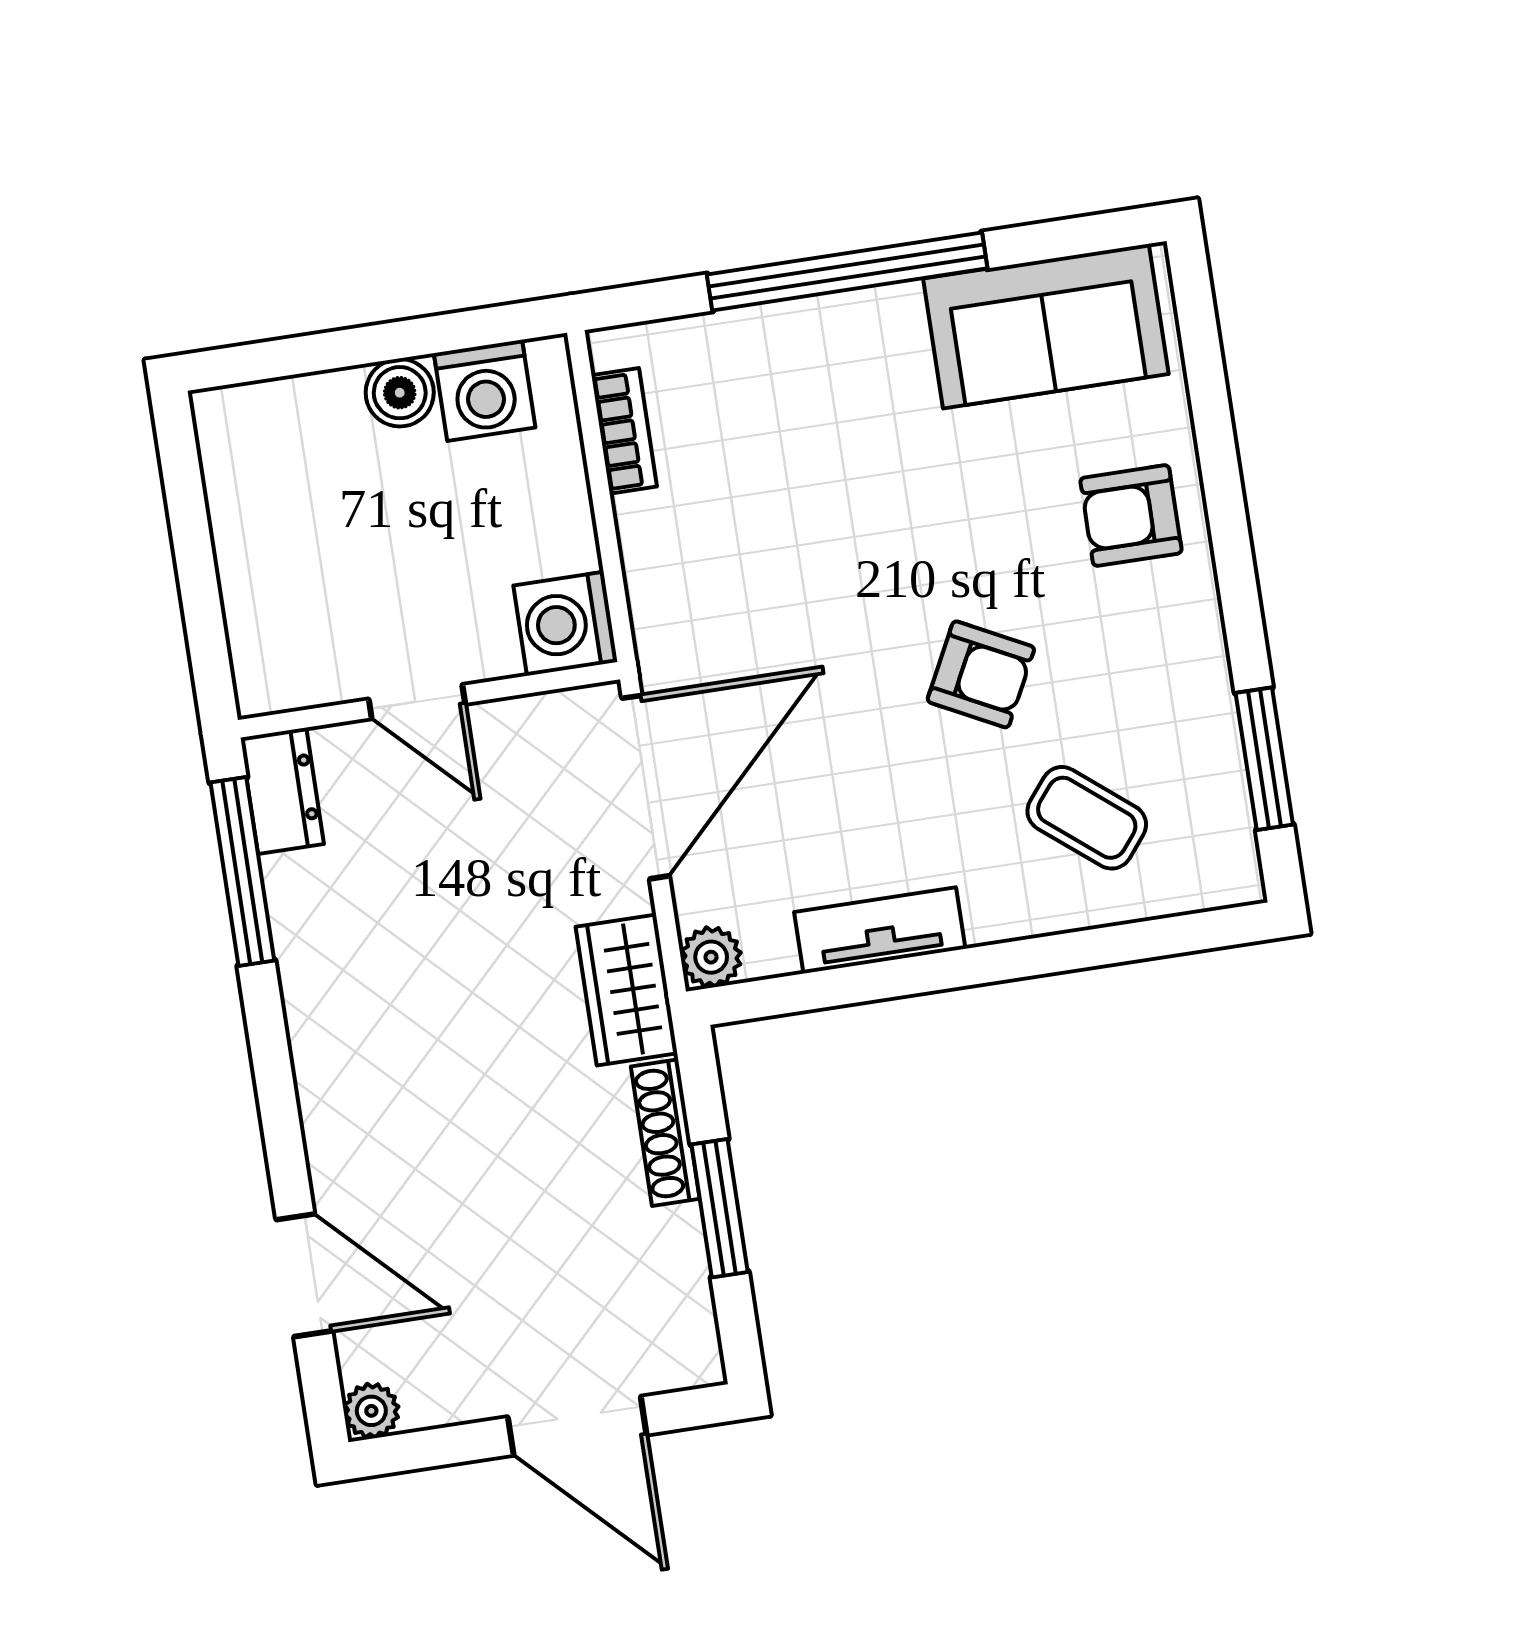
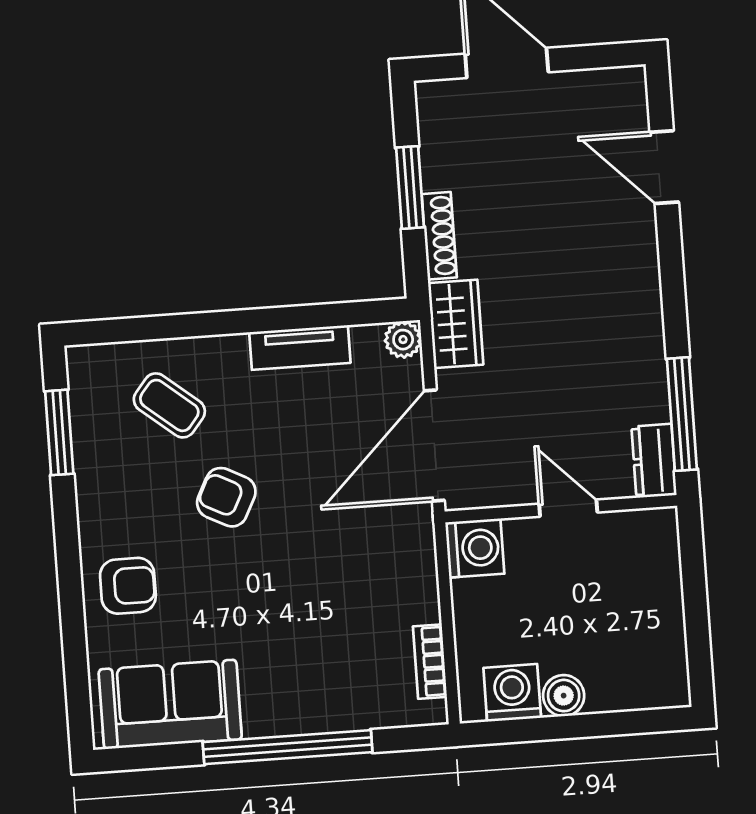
plant: (371, 1411) -> (630, 82), removed

